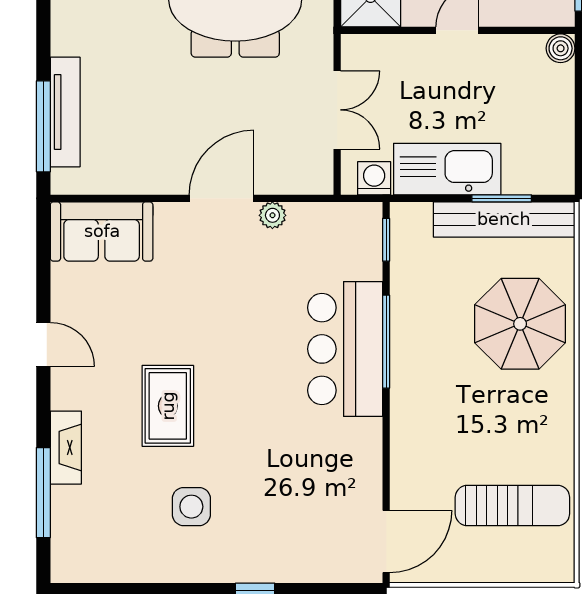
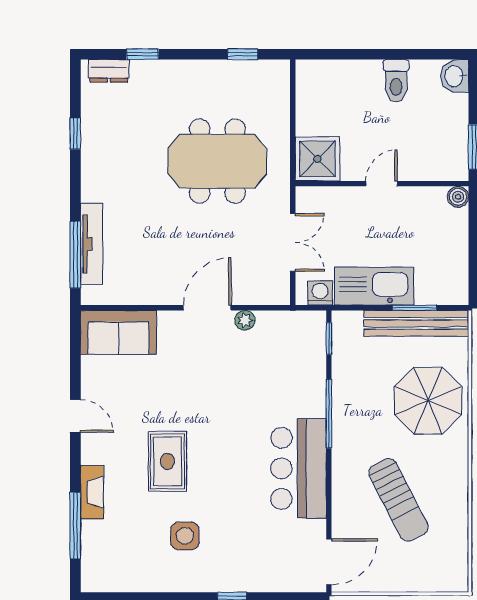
bar counter: (345, 349) -> (299, 468), moved
sun lounger: (512, 505) -> (398, 500), moved, turned 63

